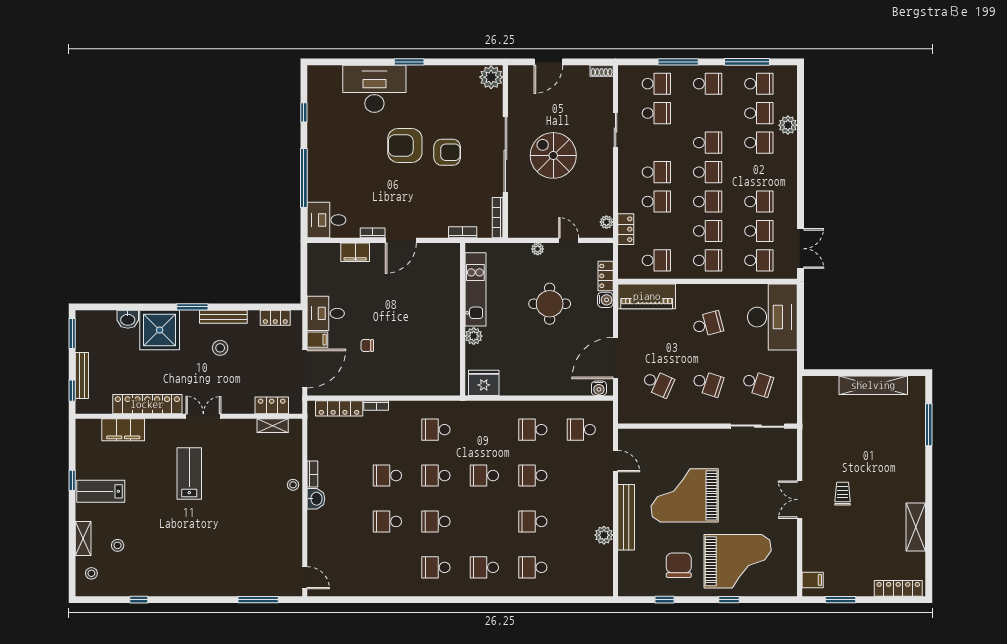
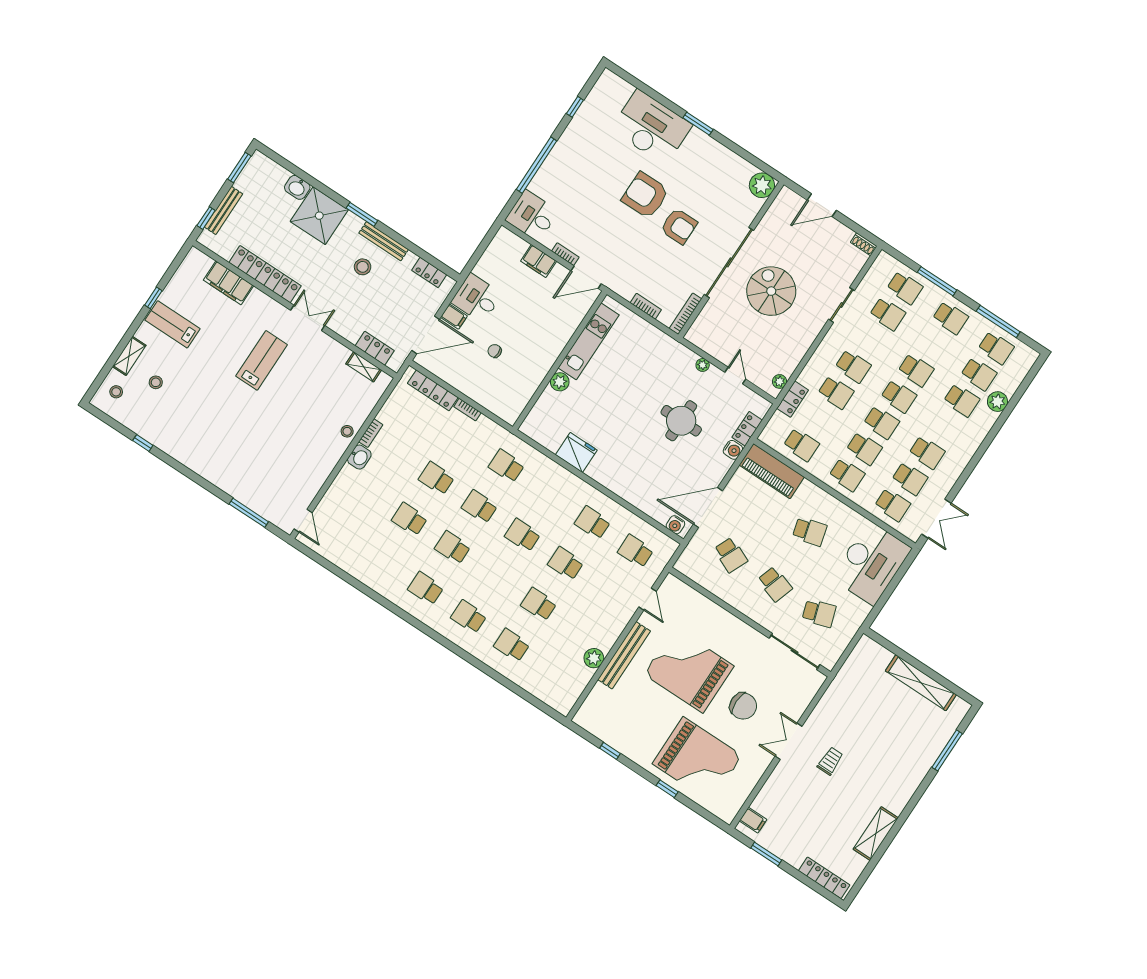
kitchen unit: (475, 289) -> (589, 341), moved
wall: (463, 319) -> (560, 360), moved
plant: (474, 336) -> (560, 382), moved
school desk: (757, 383) -> (819, 613), turned -36
chair: (679, 565) -> (743, 706), moved, turned 90

